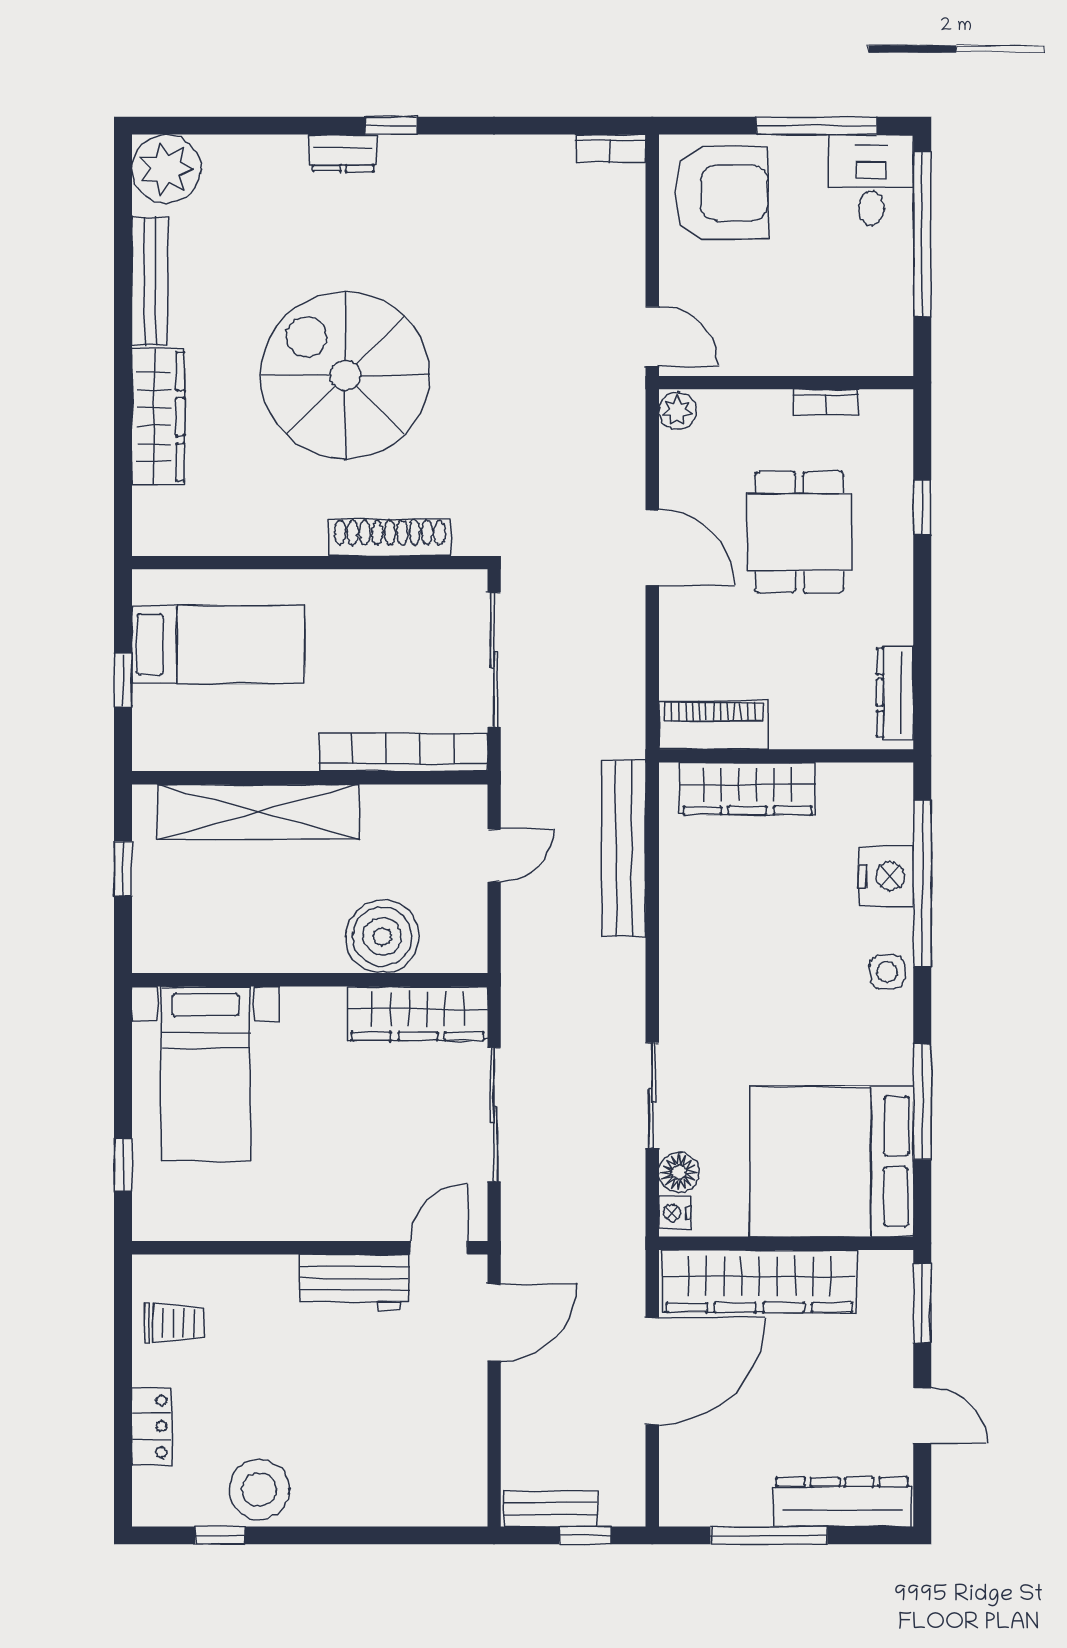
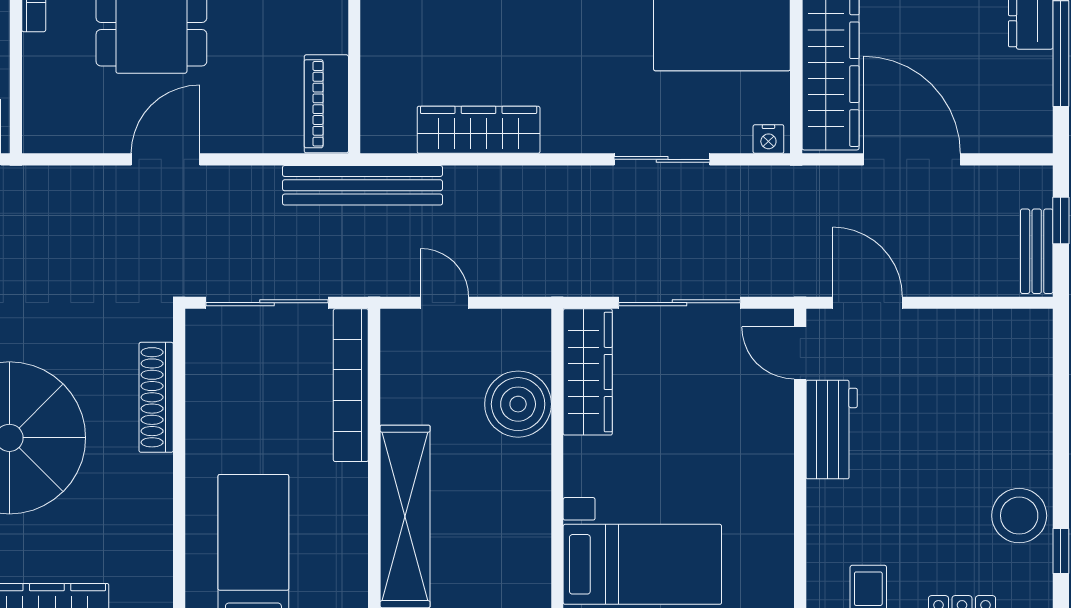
plant: (678, 411) -> (42, 136), removed
wardrobe: (747, 789) -> (479, 130), moved, turned -90
bench: (624, 848) -> (362, 185), moved
floor lamp: (679, 1172) -> (732, 135), removed

